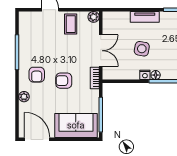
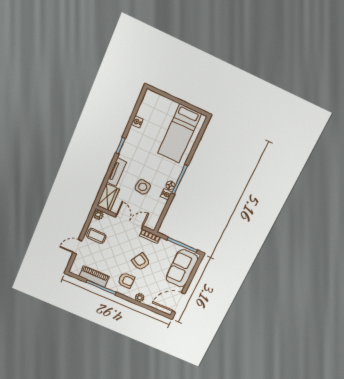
wardrobe: (116, 19) -> (108, 197), added
piano: (26, 40) -> (94, 276), added
armchair: (64, 81) -> (141, 262), turned 121

